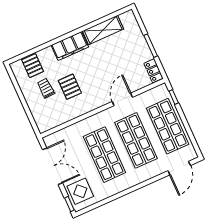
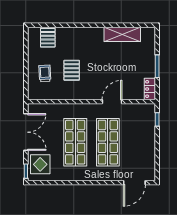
filing cabinet: (70, 46) -> (87, 35), removed
trolley: (46, 88) -> (45, 73), moved
shop shelf: (168, 126) -> (141, 142), removed

